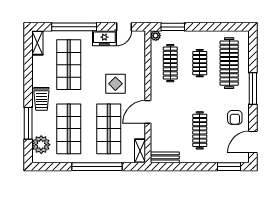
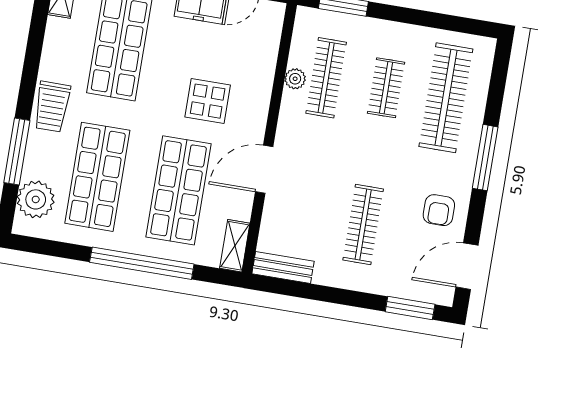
plant: (156, 36) -> (295, 79), moved

